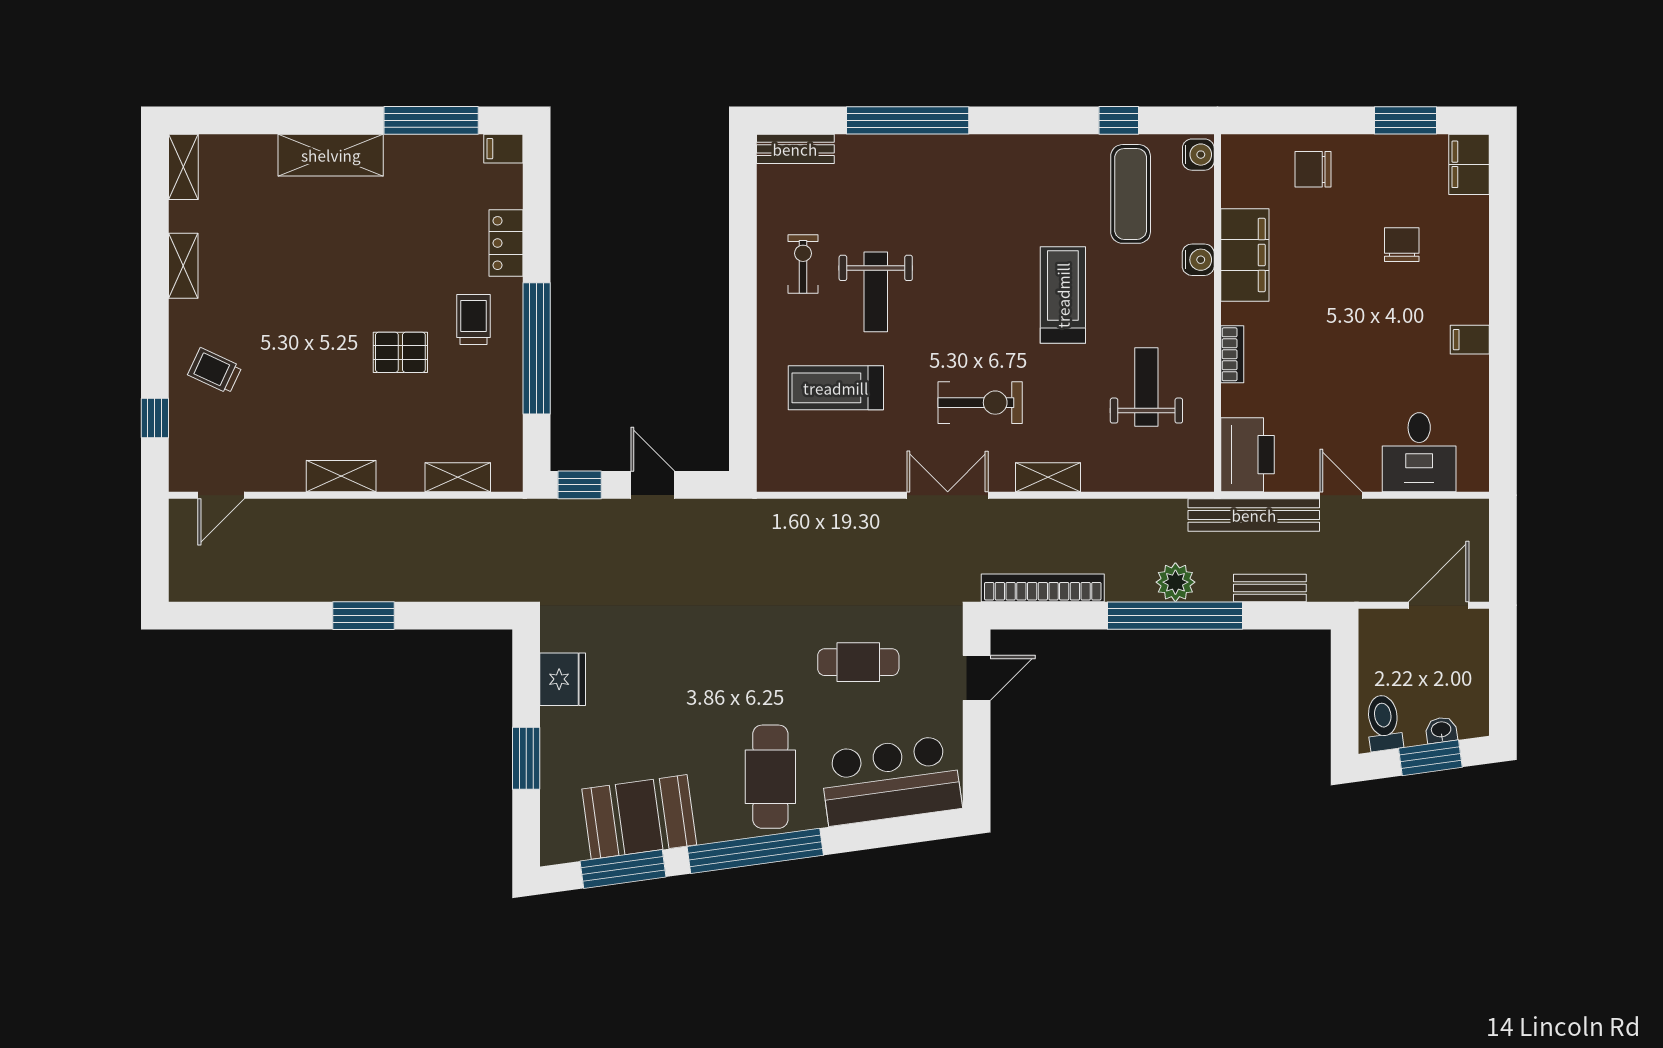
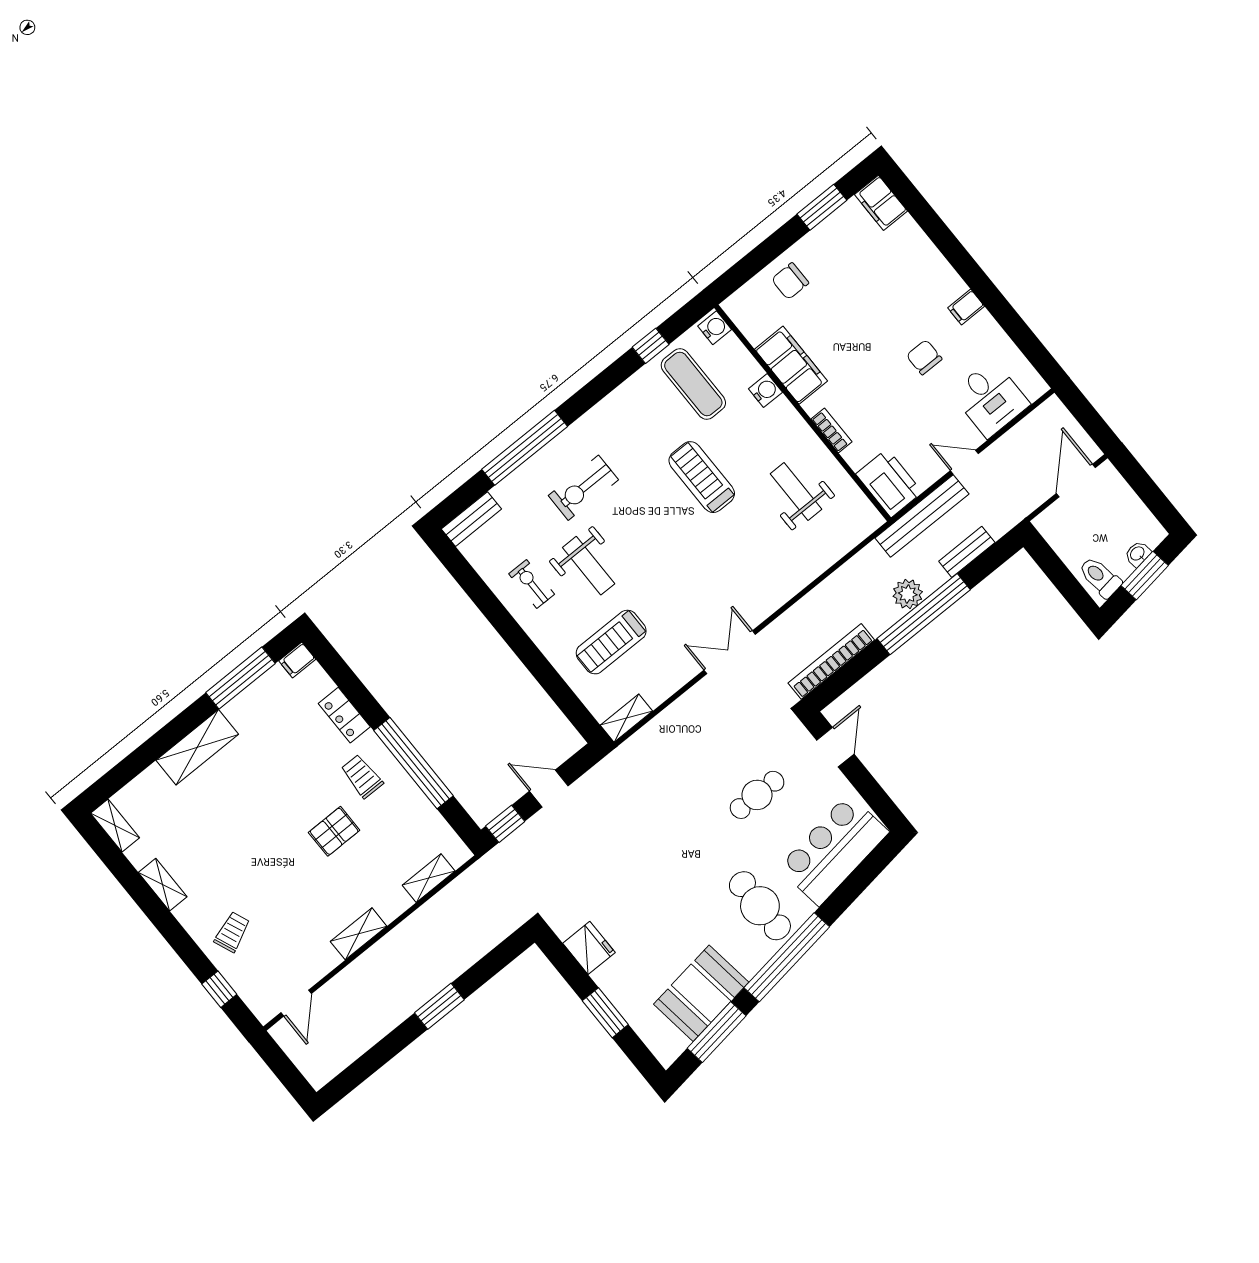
chair: (1402, 245) -> (924, 357), moved
trolley: (215, 371) -> (232, 932), turned 133
exercise bike: (980, 403) -> (583, 488), moved, turned 180
shelving: (1048, 477) -> (626, 718), moved

